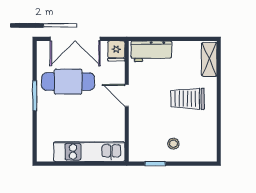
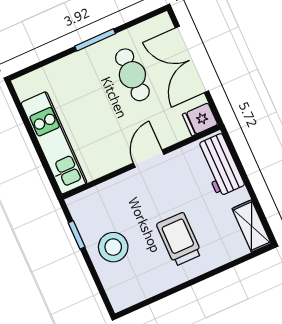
shelving: (209, 59) -> (252, 226), moved, turned 90
cafe table: (68, 82) -> (132, 75), width x0.73, depth x0.74
stool: (174, 144) -> (113, 247), width x1.89, depth x1.89

